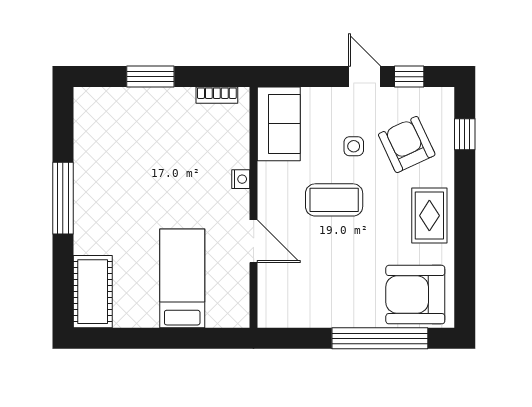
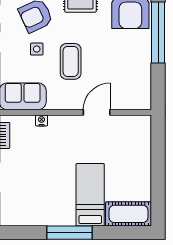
nightstand: (241, 179) -> (42, 120), moved
bed: (182, 278) -> (90, 195), moved, turned 90

